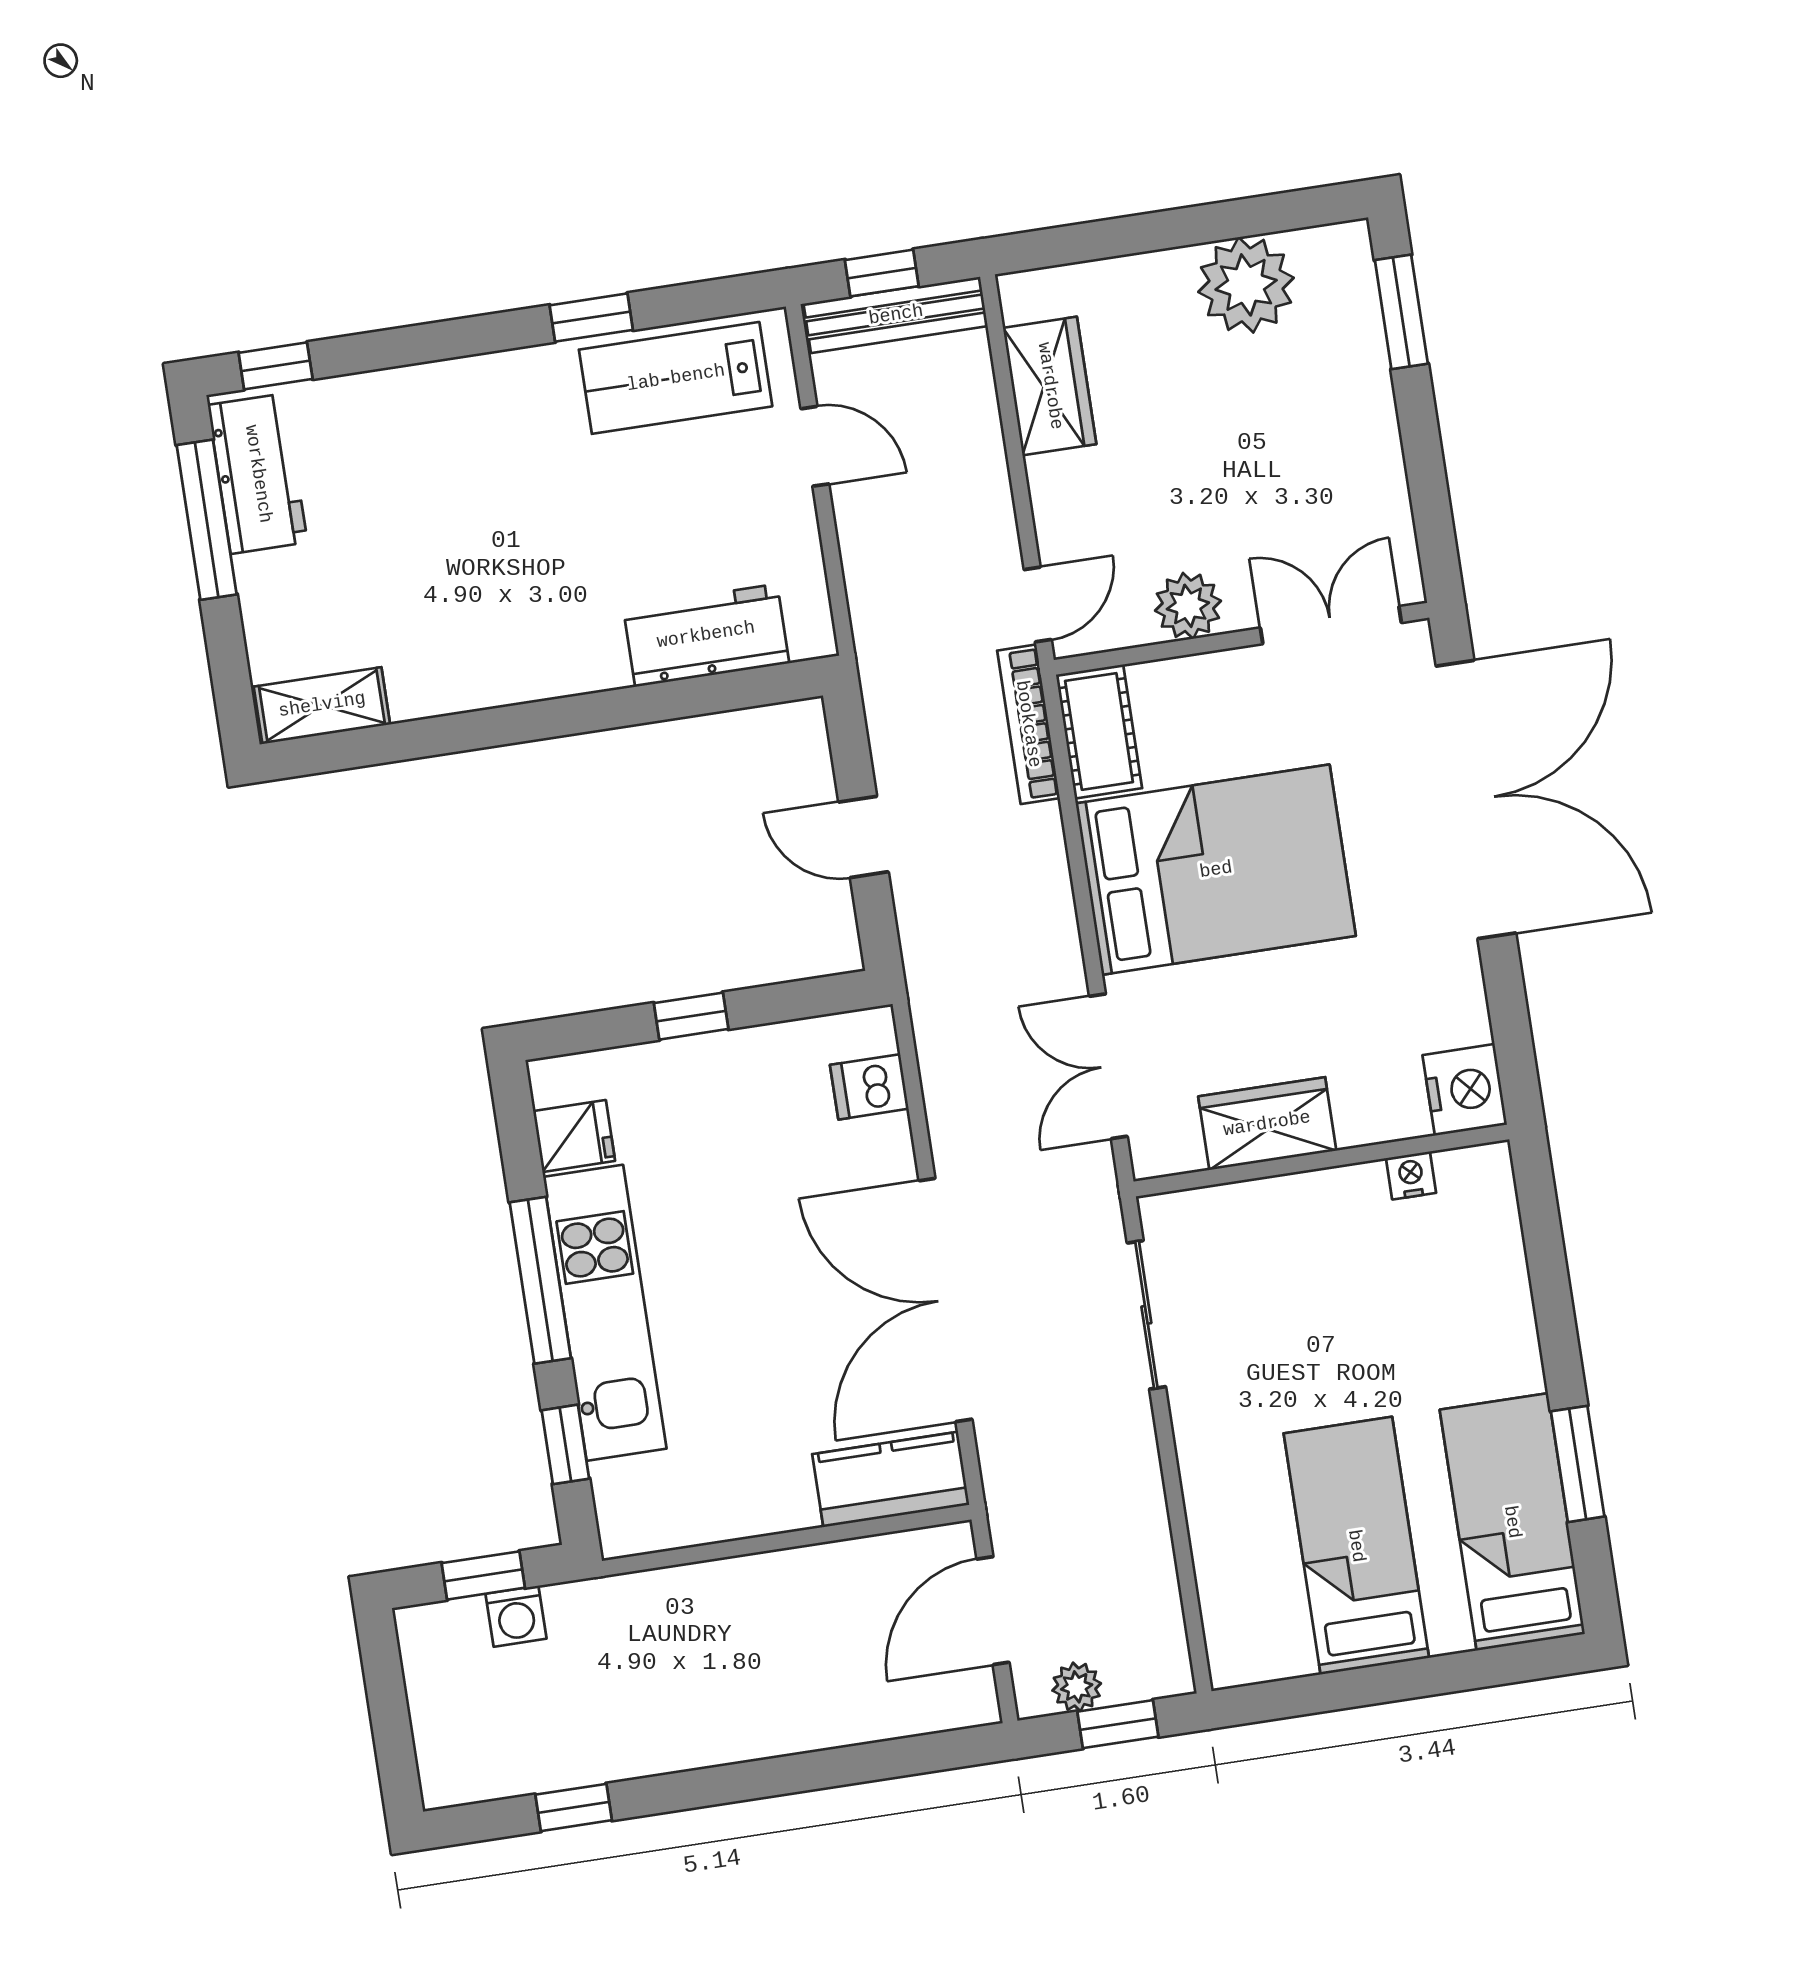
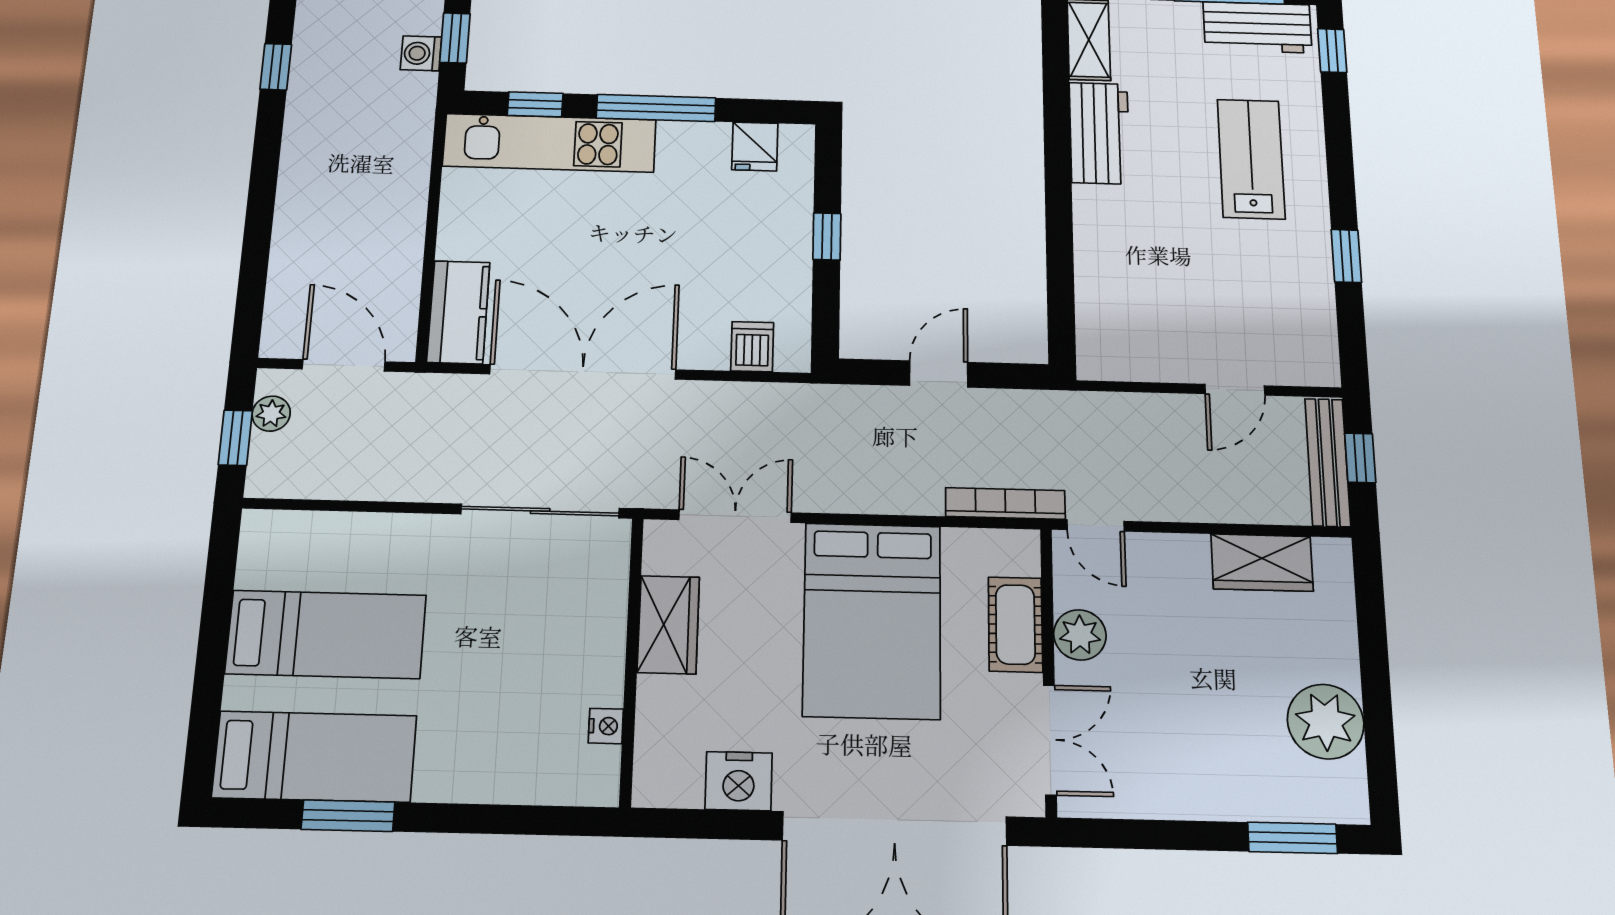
lab bench: (676, 378) -> (1251, 159), moved
workbench: (706, 635) -> (1099, 133), moved
cot: (1099, 731) -> (1015, 625), moved, turned 90
nightstand: (1465, 1090) -> (739, 781), moved
kitchen unit: (605, 1313) -> (550, 143), moved
sliding door: (1146, 1315) -> (540, 511), width x1.37

